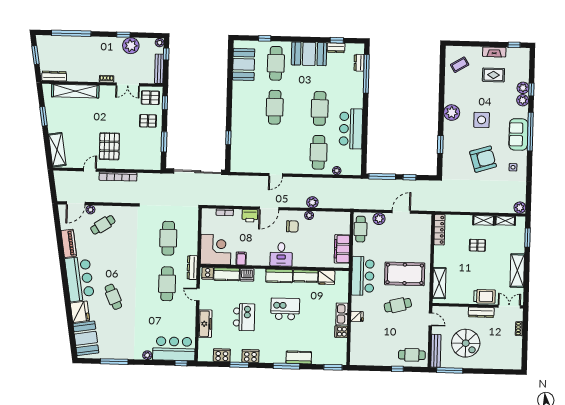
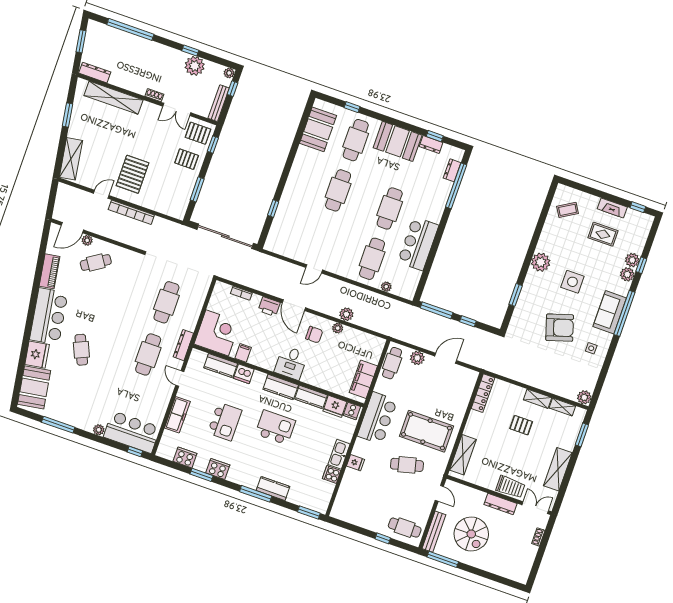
door: (269, 208) -> (294, 305), hinge flipped
cooker: (208, 273) -> (352, 411), moved

